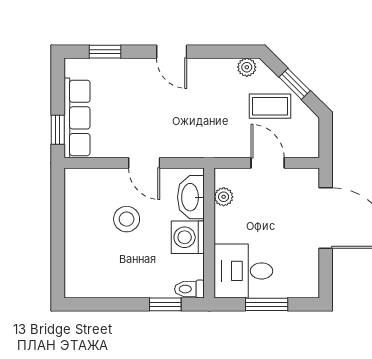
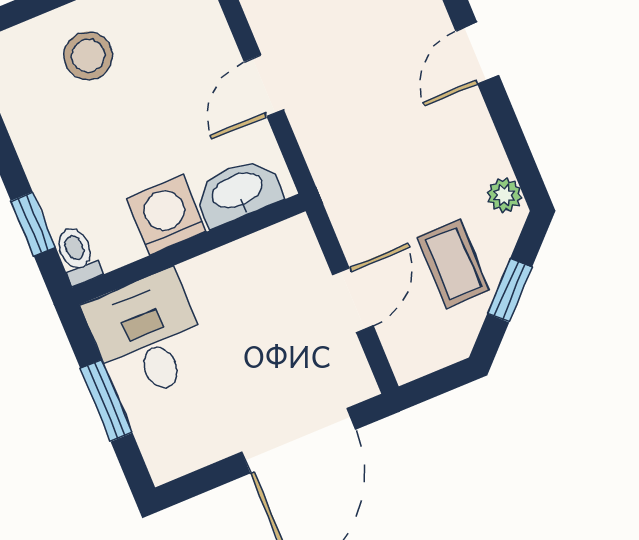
plant: (224, 197) -> (262, 248), removed
stool: (127, 219) -> (88, 56), moved

